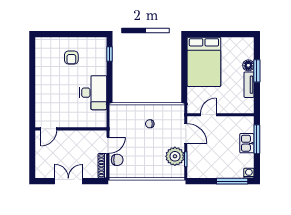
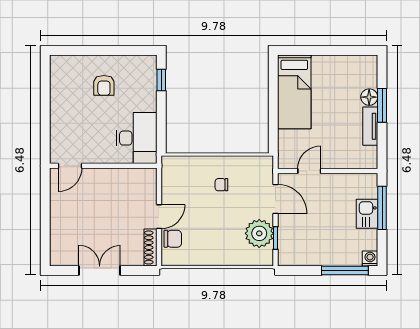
bed: (204, 62) -> (294, 92), width x0.67
door: (49, 129) -> (70, 166), moved
wall: (71, 129) -> (103, 166), moved

